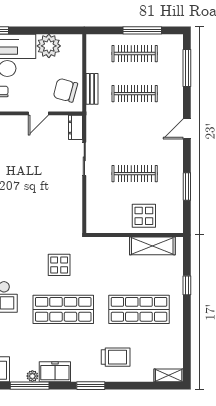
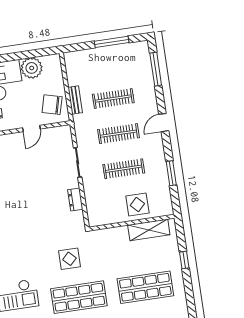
clothes rail: (135, 54) -> (118, 134), moved
dresser: (76, 127) -> (75, 200), moved

